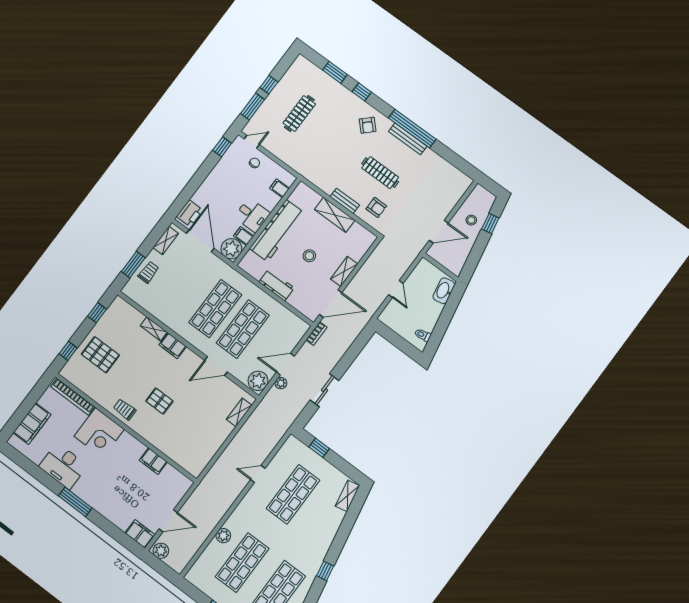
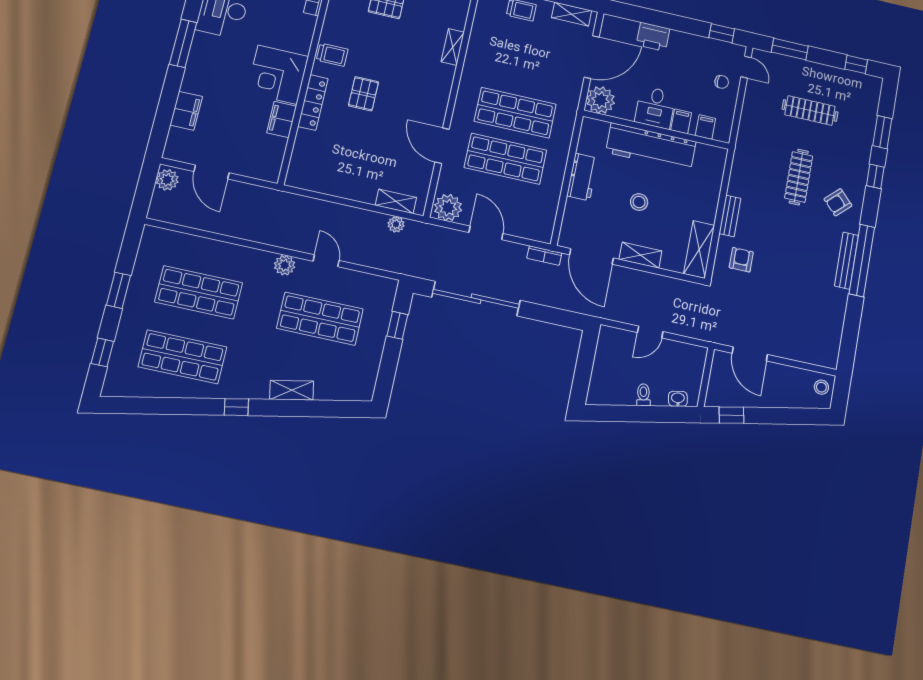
window: (269, 85) -> (856, 64), moved
clothes rail: (380, 173) -> (799, 177), moved
armchair: (376, 207) -> (741, 260), turned 180
printer: (190, 213) -> (653, 37), moved
shelving: (335, 215) -> (699, 249), moved
stool: (471, 220) -> (821, 387), moved
window: (490, 223) -> (732, 415), moved
filing cabinet: (244, 236) -> (681, 121), moved
washbasin: (444, 291) -> (678, 399), width x0.52, depth x0.69
toilet: (423, 335) -> (643, 395), moved
filing cabinet: (173, 346) -> (442, 80), removed
plant: (281, 383) -> (396, 224), moved
sliding door: (325, 390) -> (476, 299), width x1.86
trolley: (125, 409) -> (332, 55), turned 90
corner desk: (99, 433) -> (277, 75), moved
locker: (151, 436) -> (313, 102), added
shelving: (347, 496) -> (292, 390), moved
filing cabinet: (140, 534) -> (186, 111), moved
plant: (223, 536) -> (285, 265), moved

